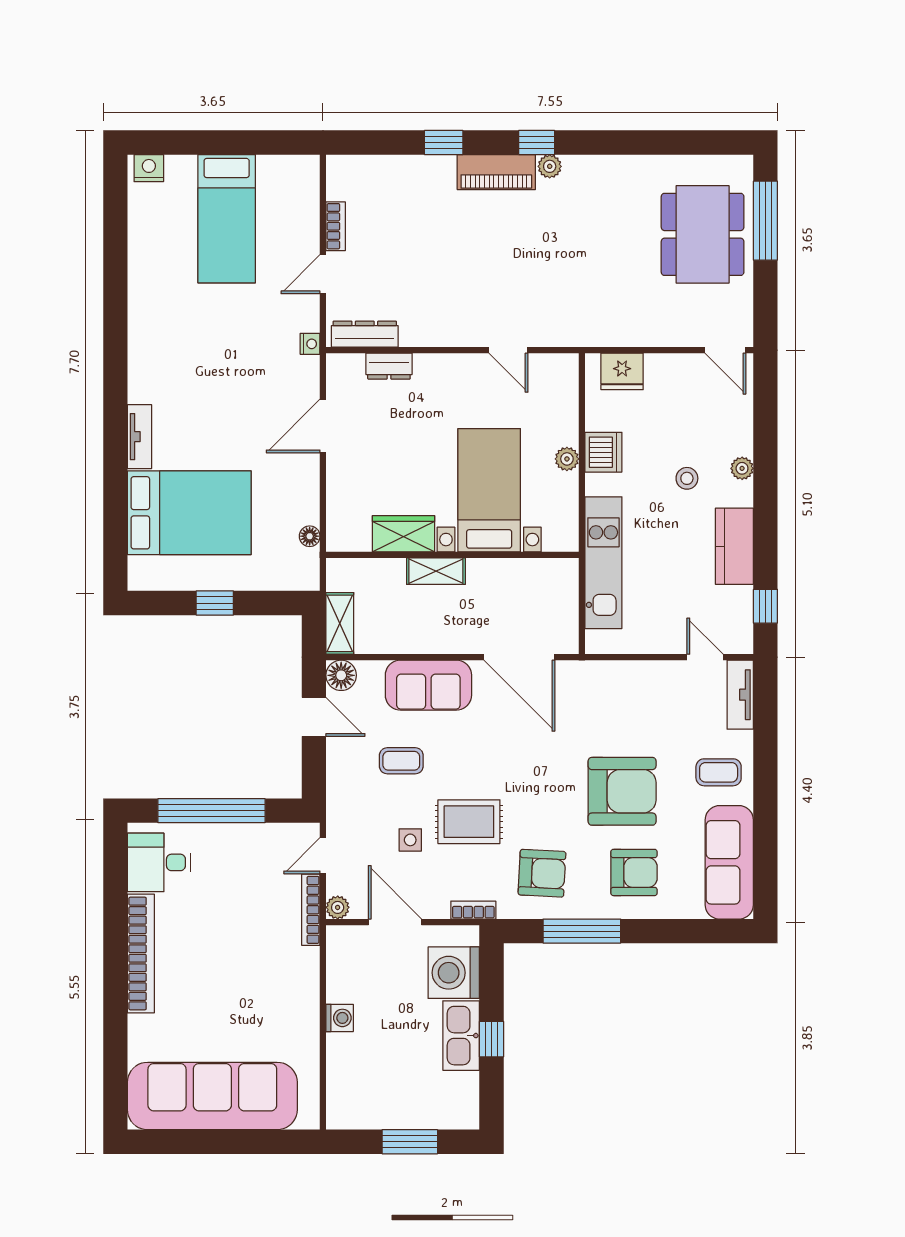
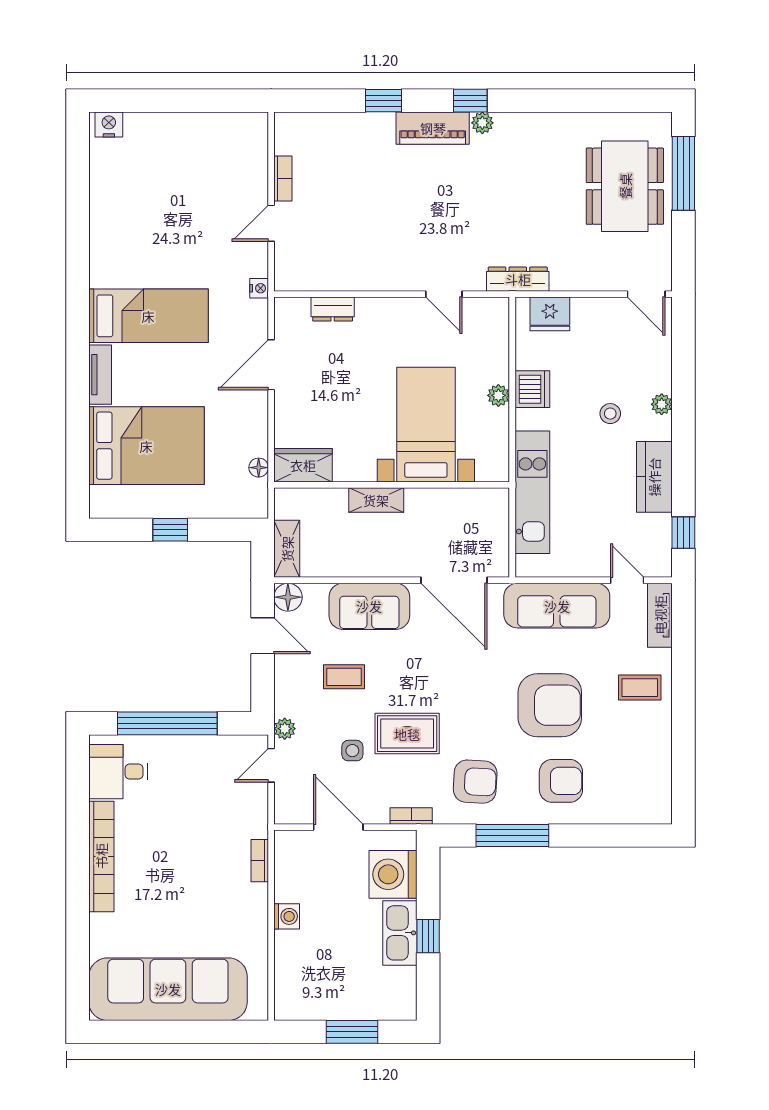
bed: (227, 219) -> (148, 316), moved, turned -90
dresser: (365, 334) -> (518, 279), moved
wardrobe: (404, 534) -> (303, 465), moved
sofa: (729, 862) -> (557, 606), moved, turned -90
plant: (338, 907) -> (285, 729), moved
bookcase: (311, 910) -> (260, 861), moved, width x0.64

